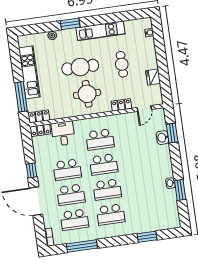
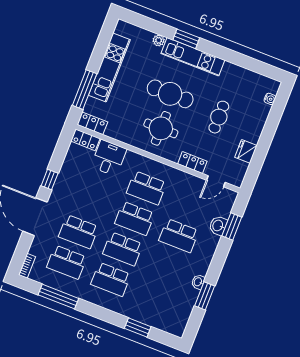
kitchen unit: (101, 31) -> (193, 57), moved
school desk: (67, 170) -> (179, 236), moved

